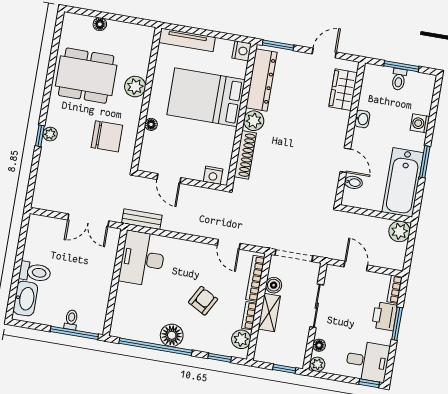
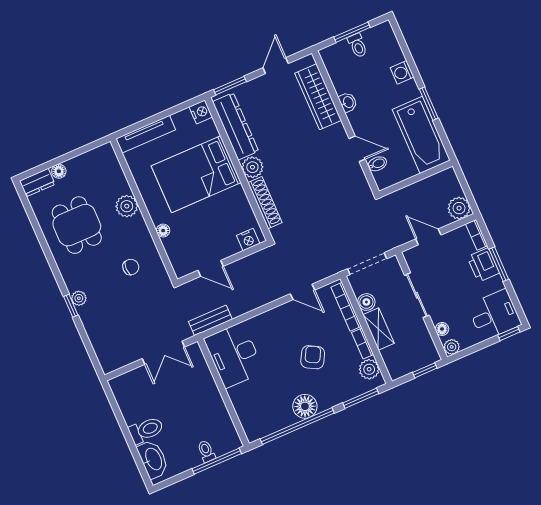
dresser: (77, 22) -> (37, 183), added
dining table: (86, 76) -> (77, 225), width x0.73
wardrobe: (343, 90) -> (318, 97), width x1.50
chair: (107, 136) -> (131, 267), width x0.54, depth x0.54
plant: (399, 231) -> (459, 208), moved
window: (220, 358) -> (361, 398), width x1.50

